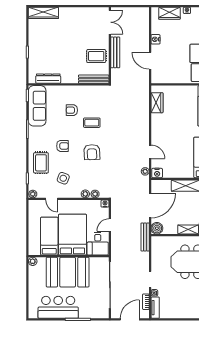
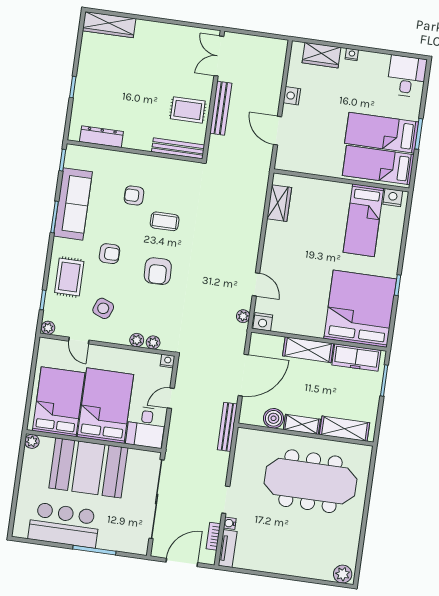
double door: (110, 22) -> (219, 56), swing flipped
sofa: (37, 106) -> (73, 204), moved
boiler: (157, 228) -> (274, 418), moved
bed: (49, 236) -> (59, 402), width x1.50

